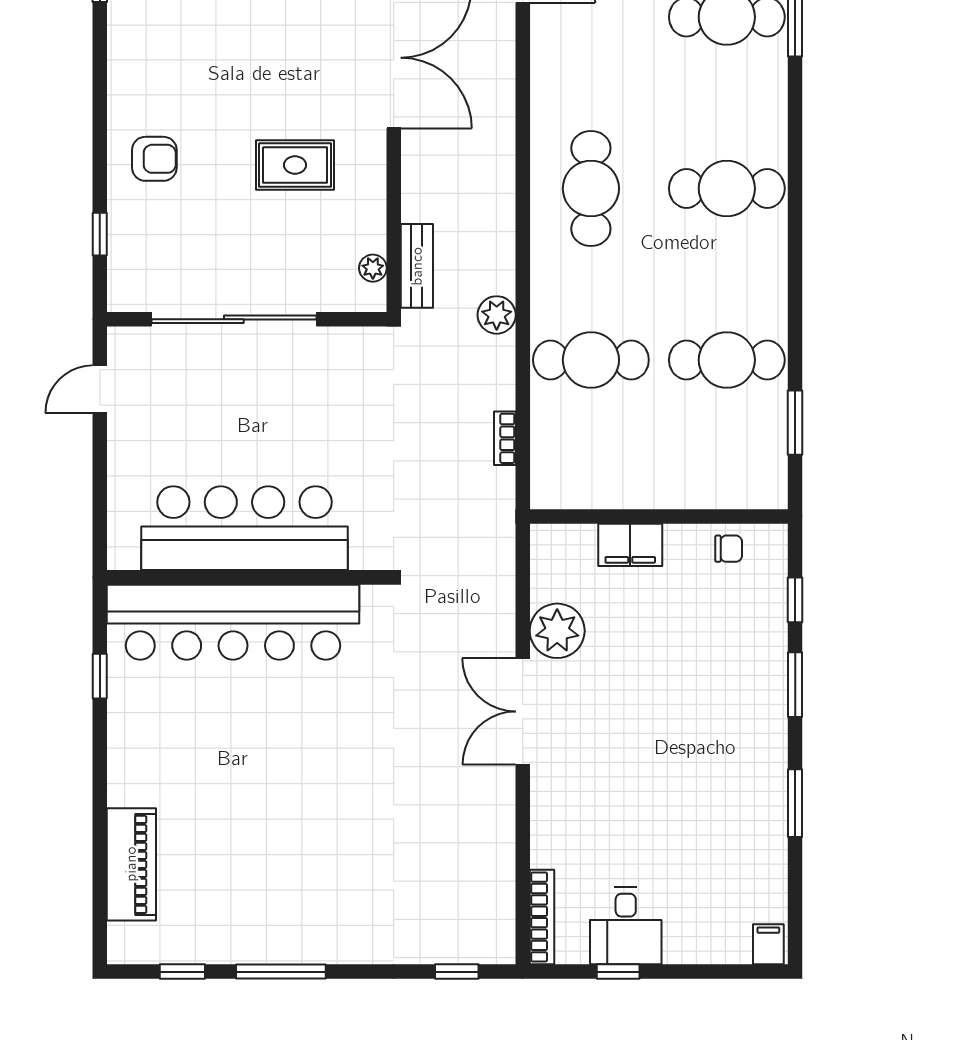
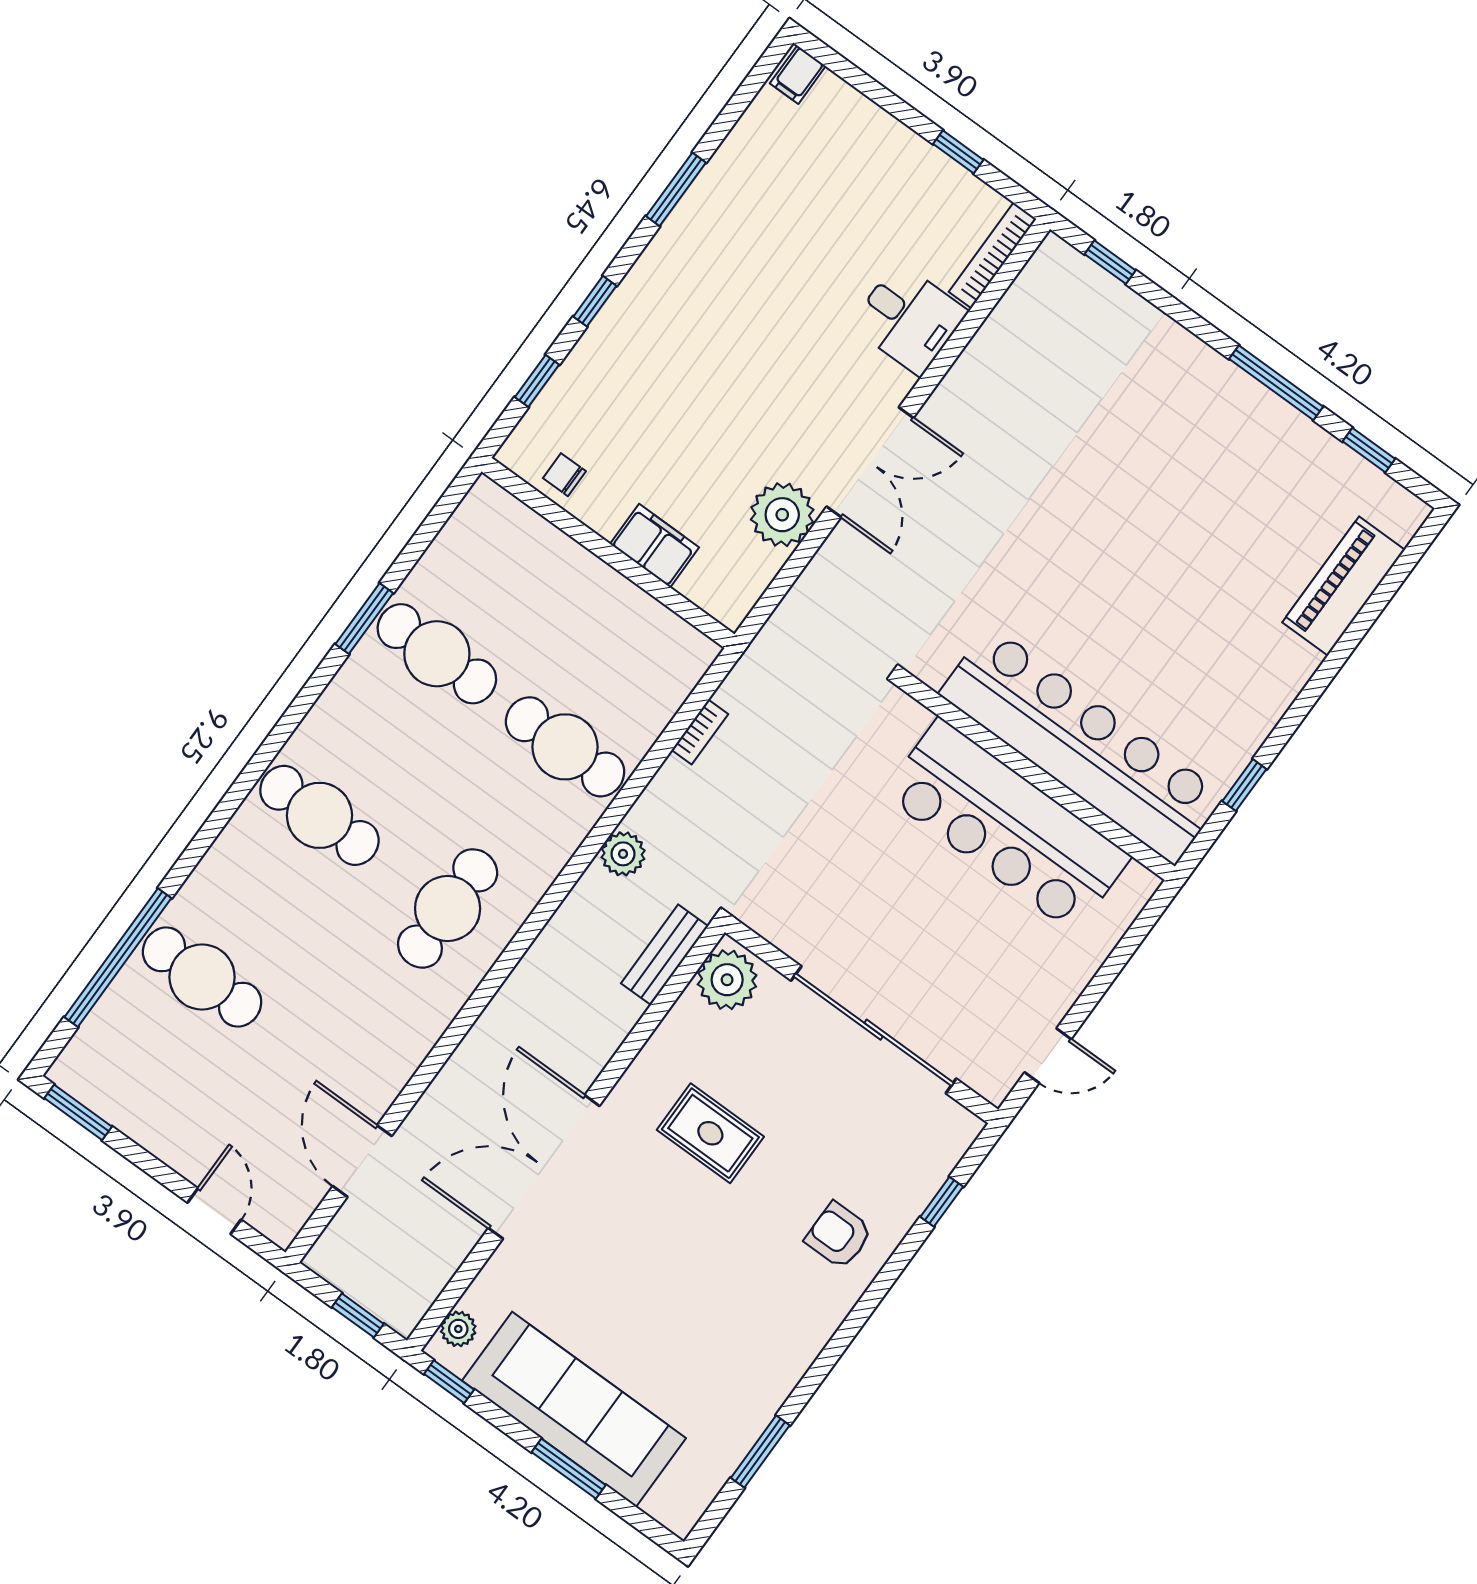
plant: (373, 268) -> (727, 980), width x1.88, depth x1.88
window: (795, 423) -> (364, 619), moved
window: (795, 685) -> (595, 301), width x0.67
desk: (626, 926) -> (909, 318), moved, turned 90

